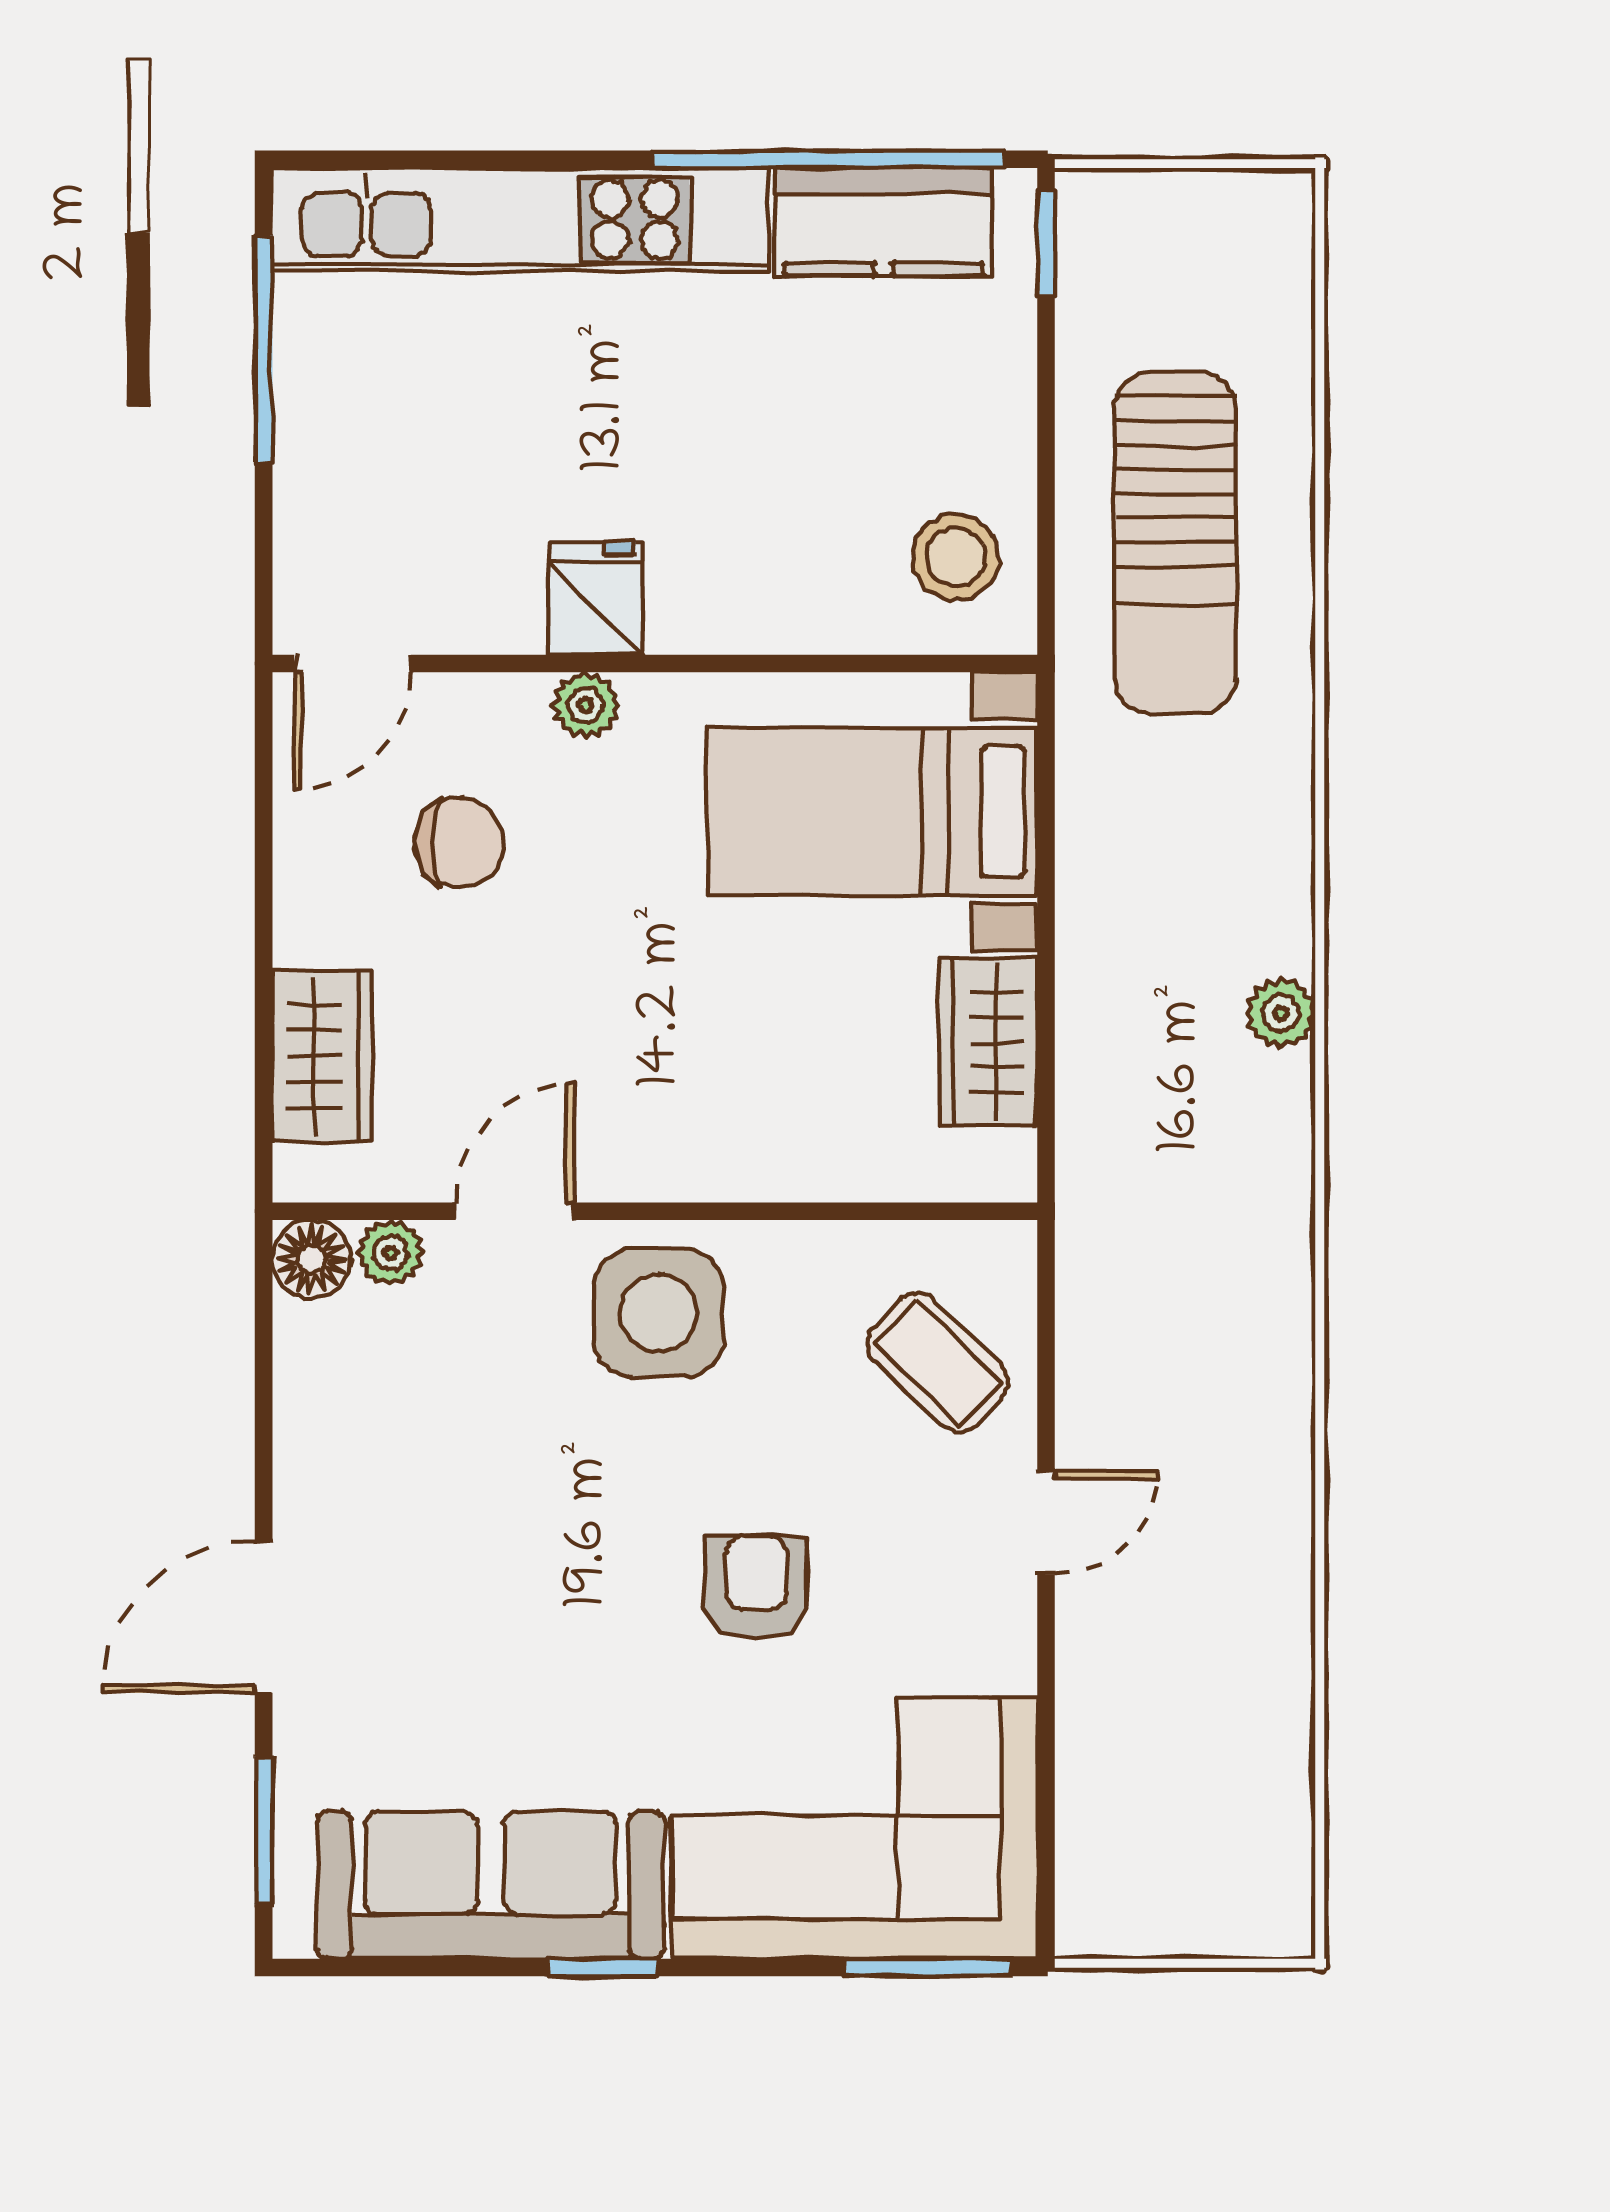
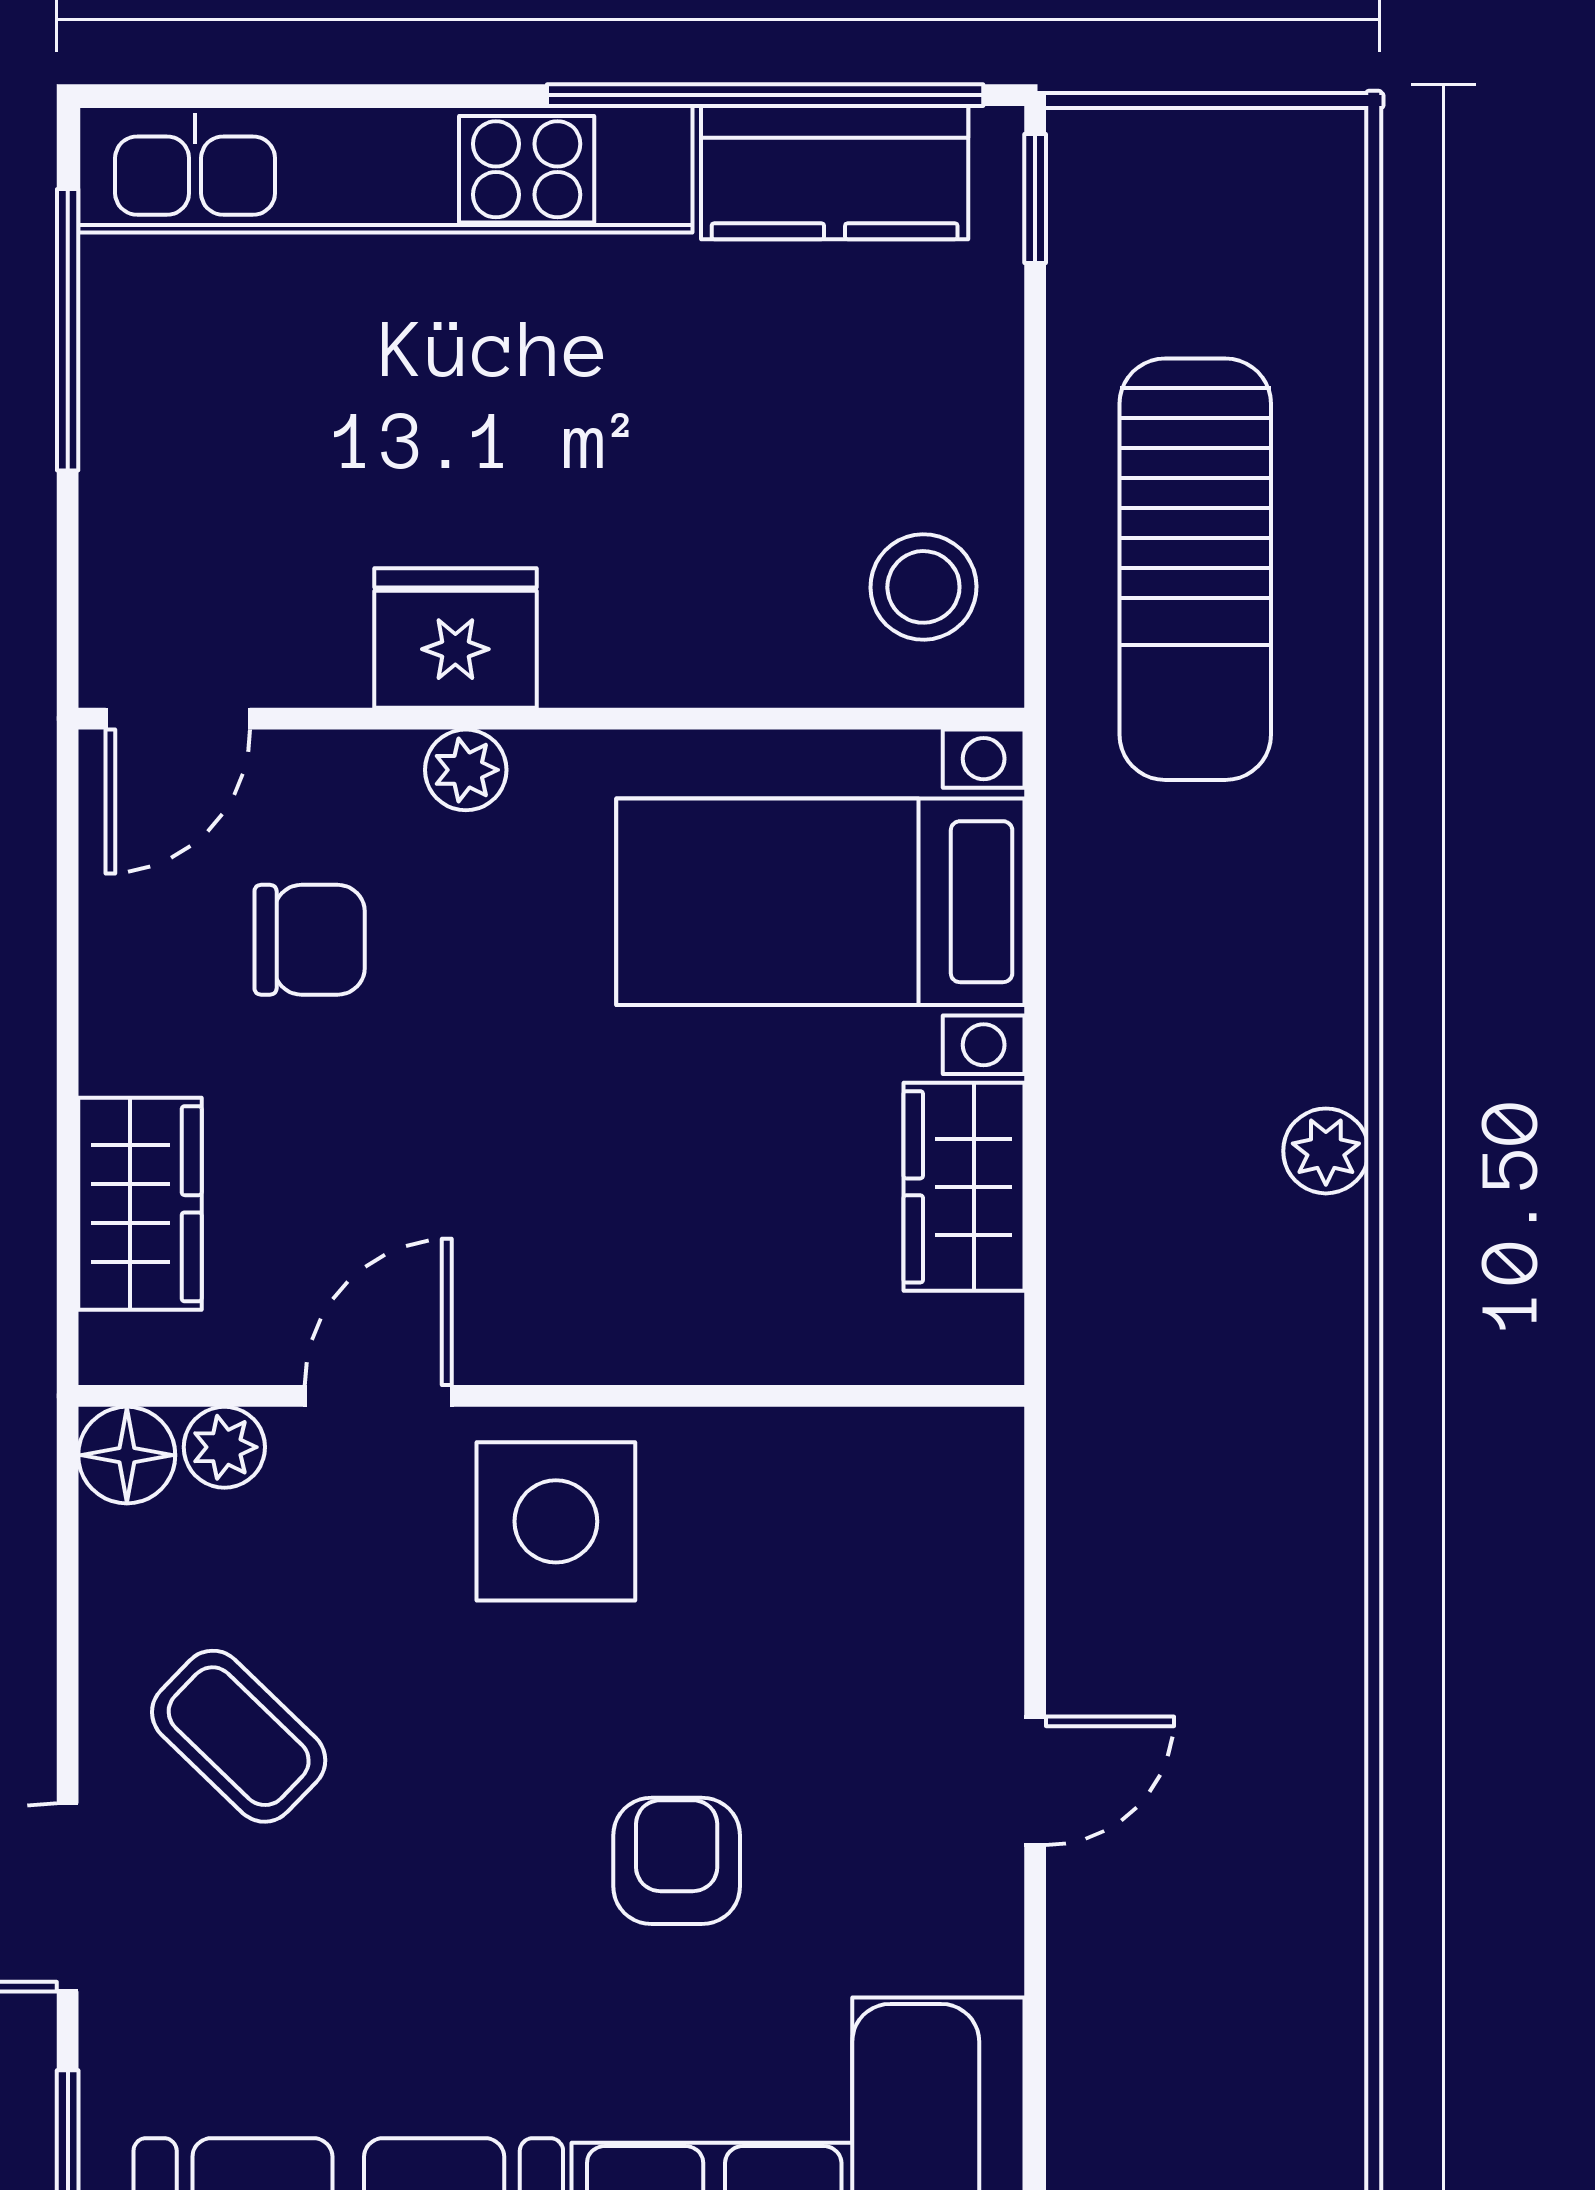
fridge: (595, 598) -> (455, 638), width x1.38
coffee table: (938, 1363) -> (239, 1736), moved

